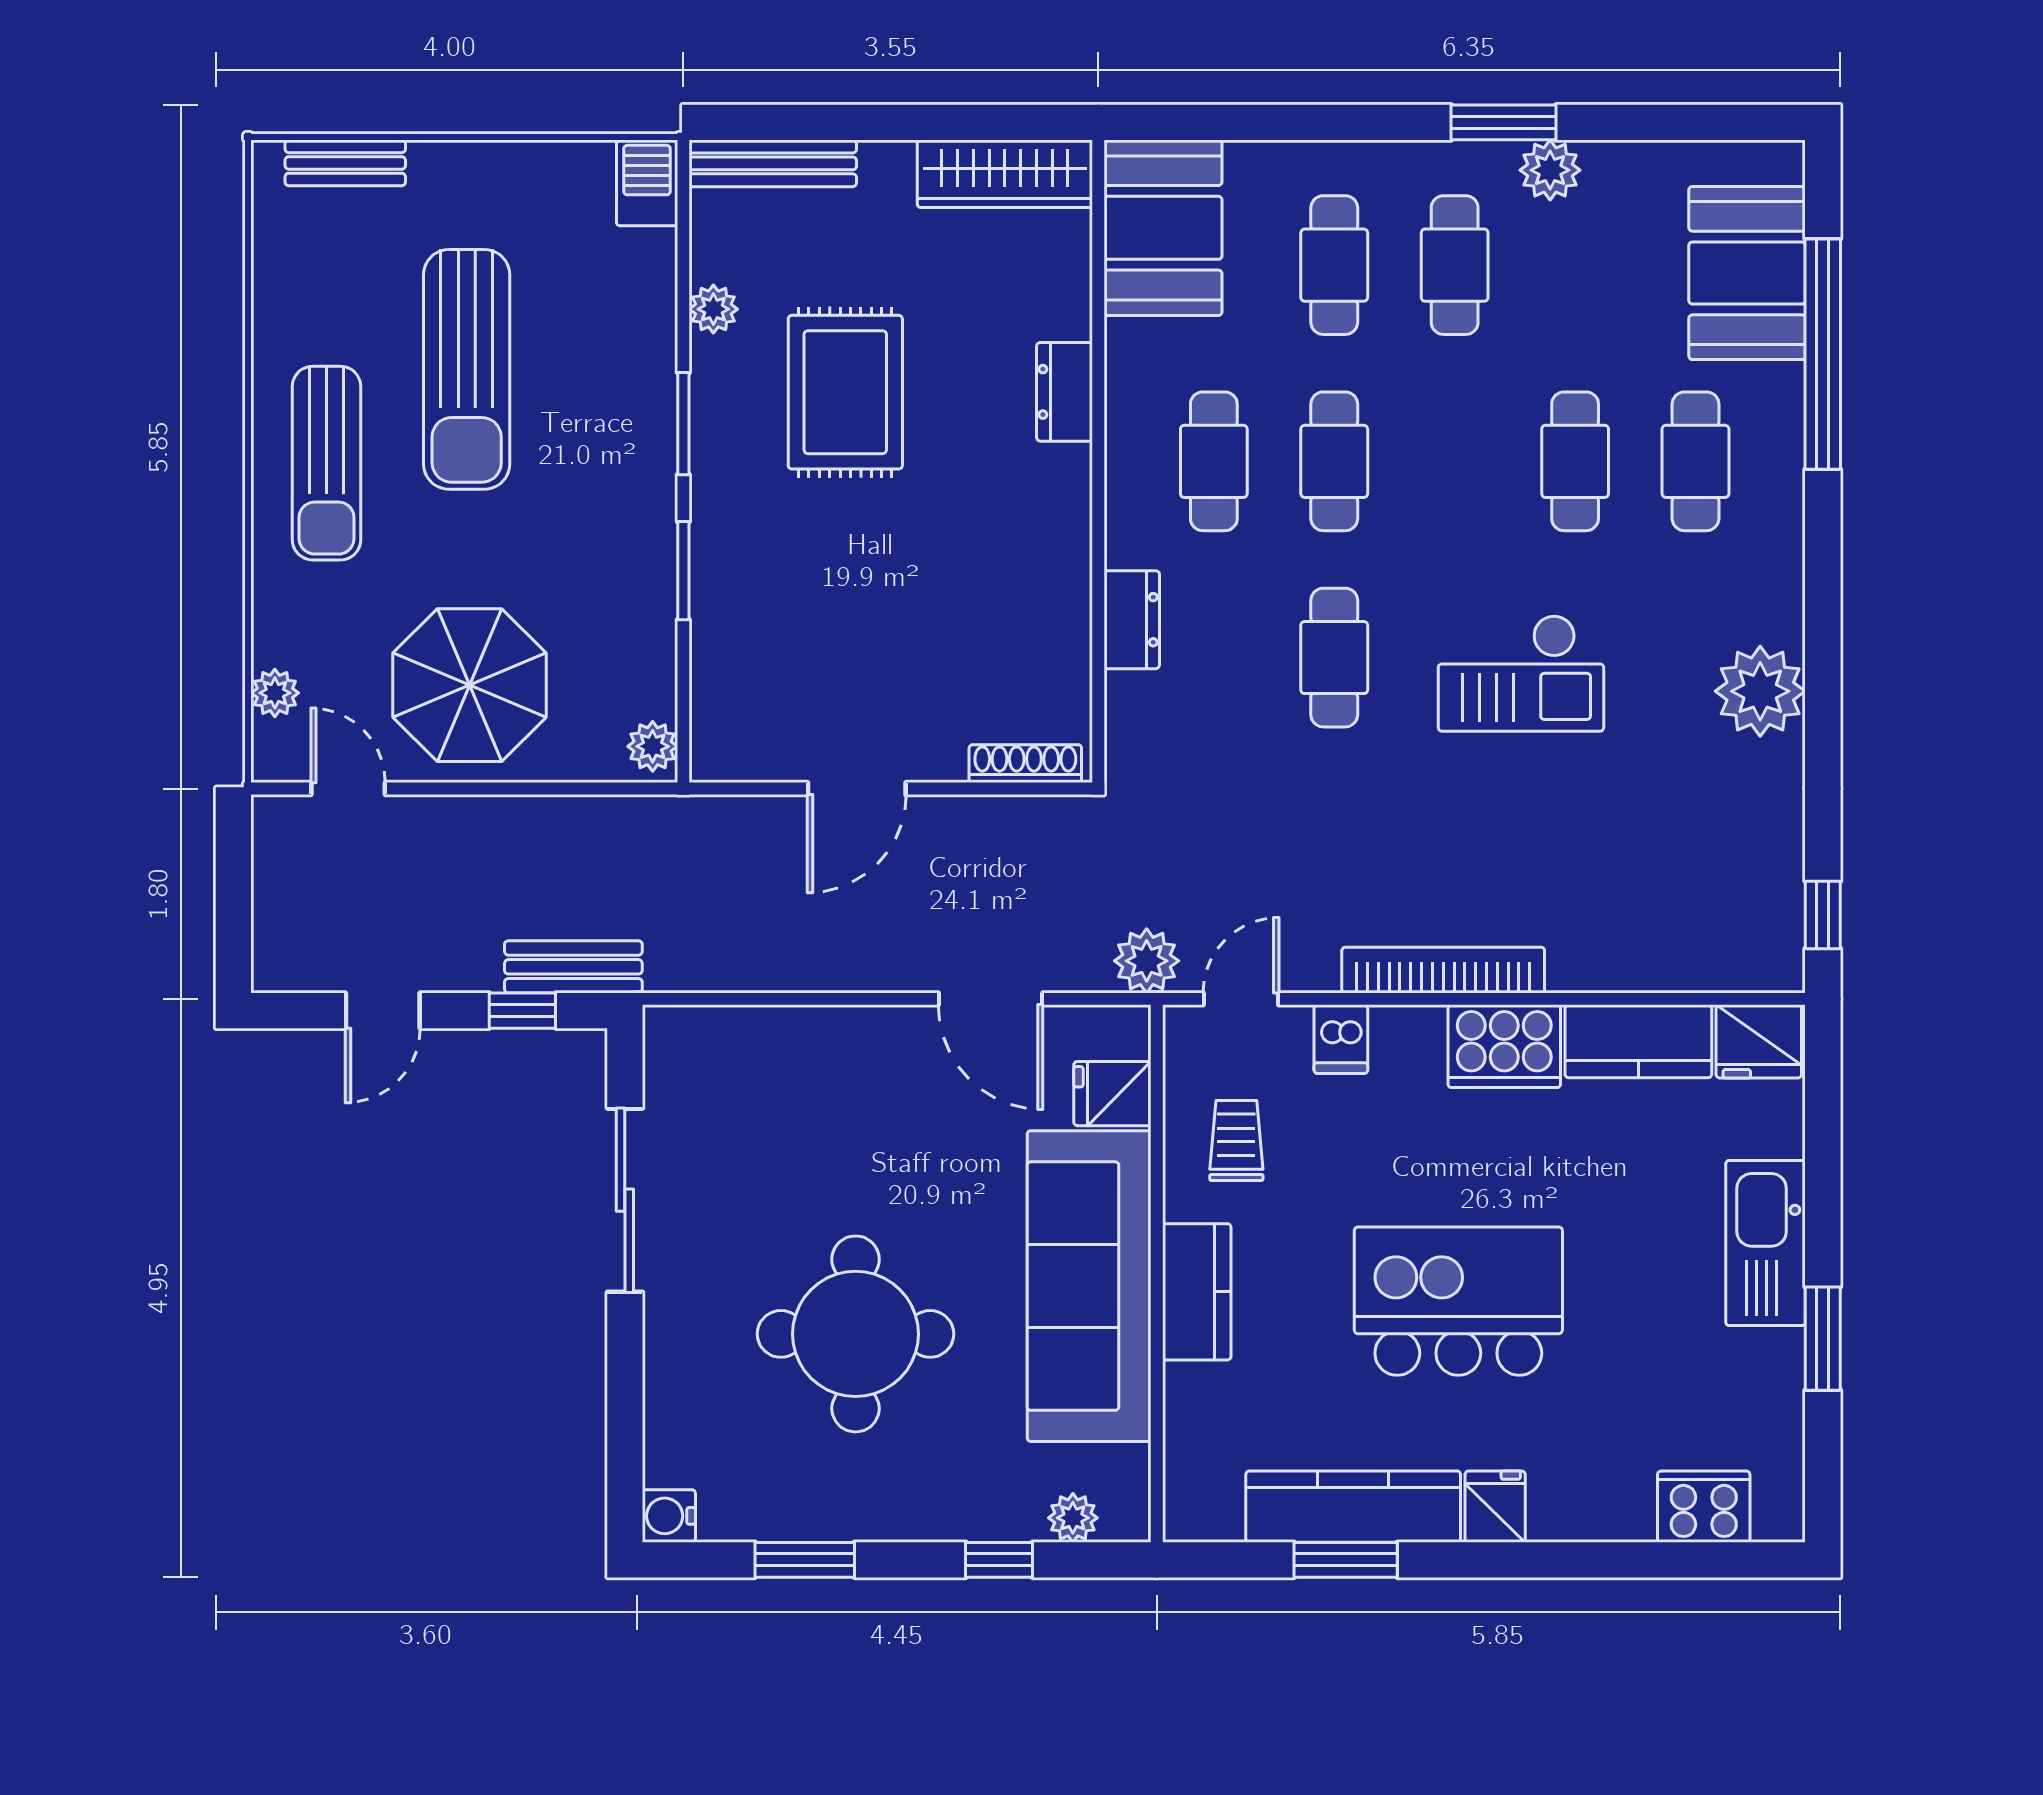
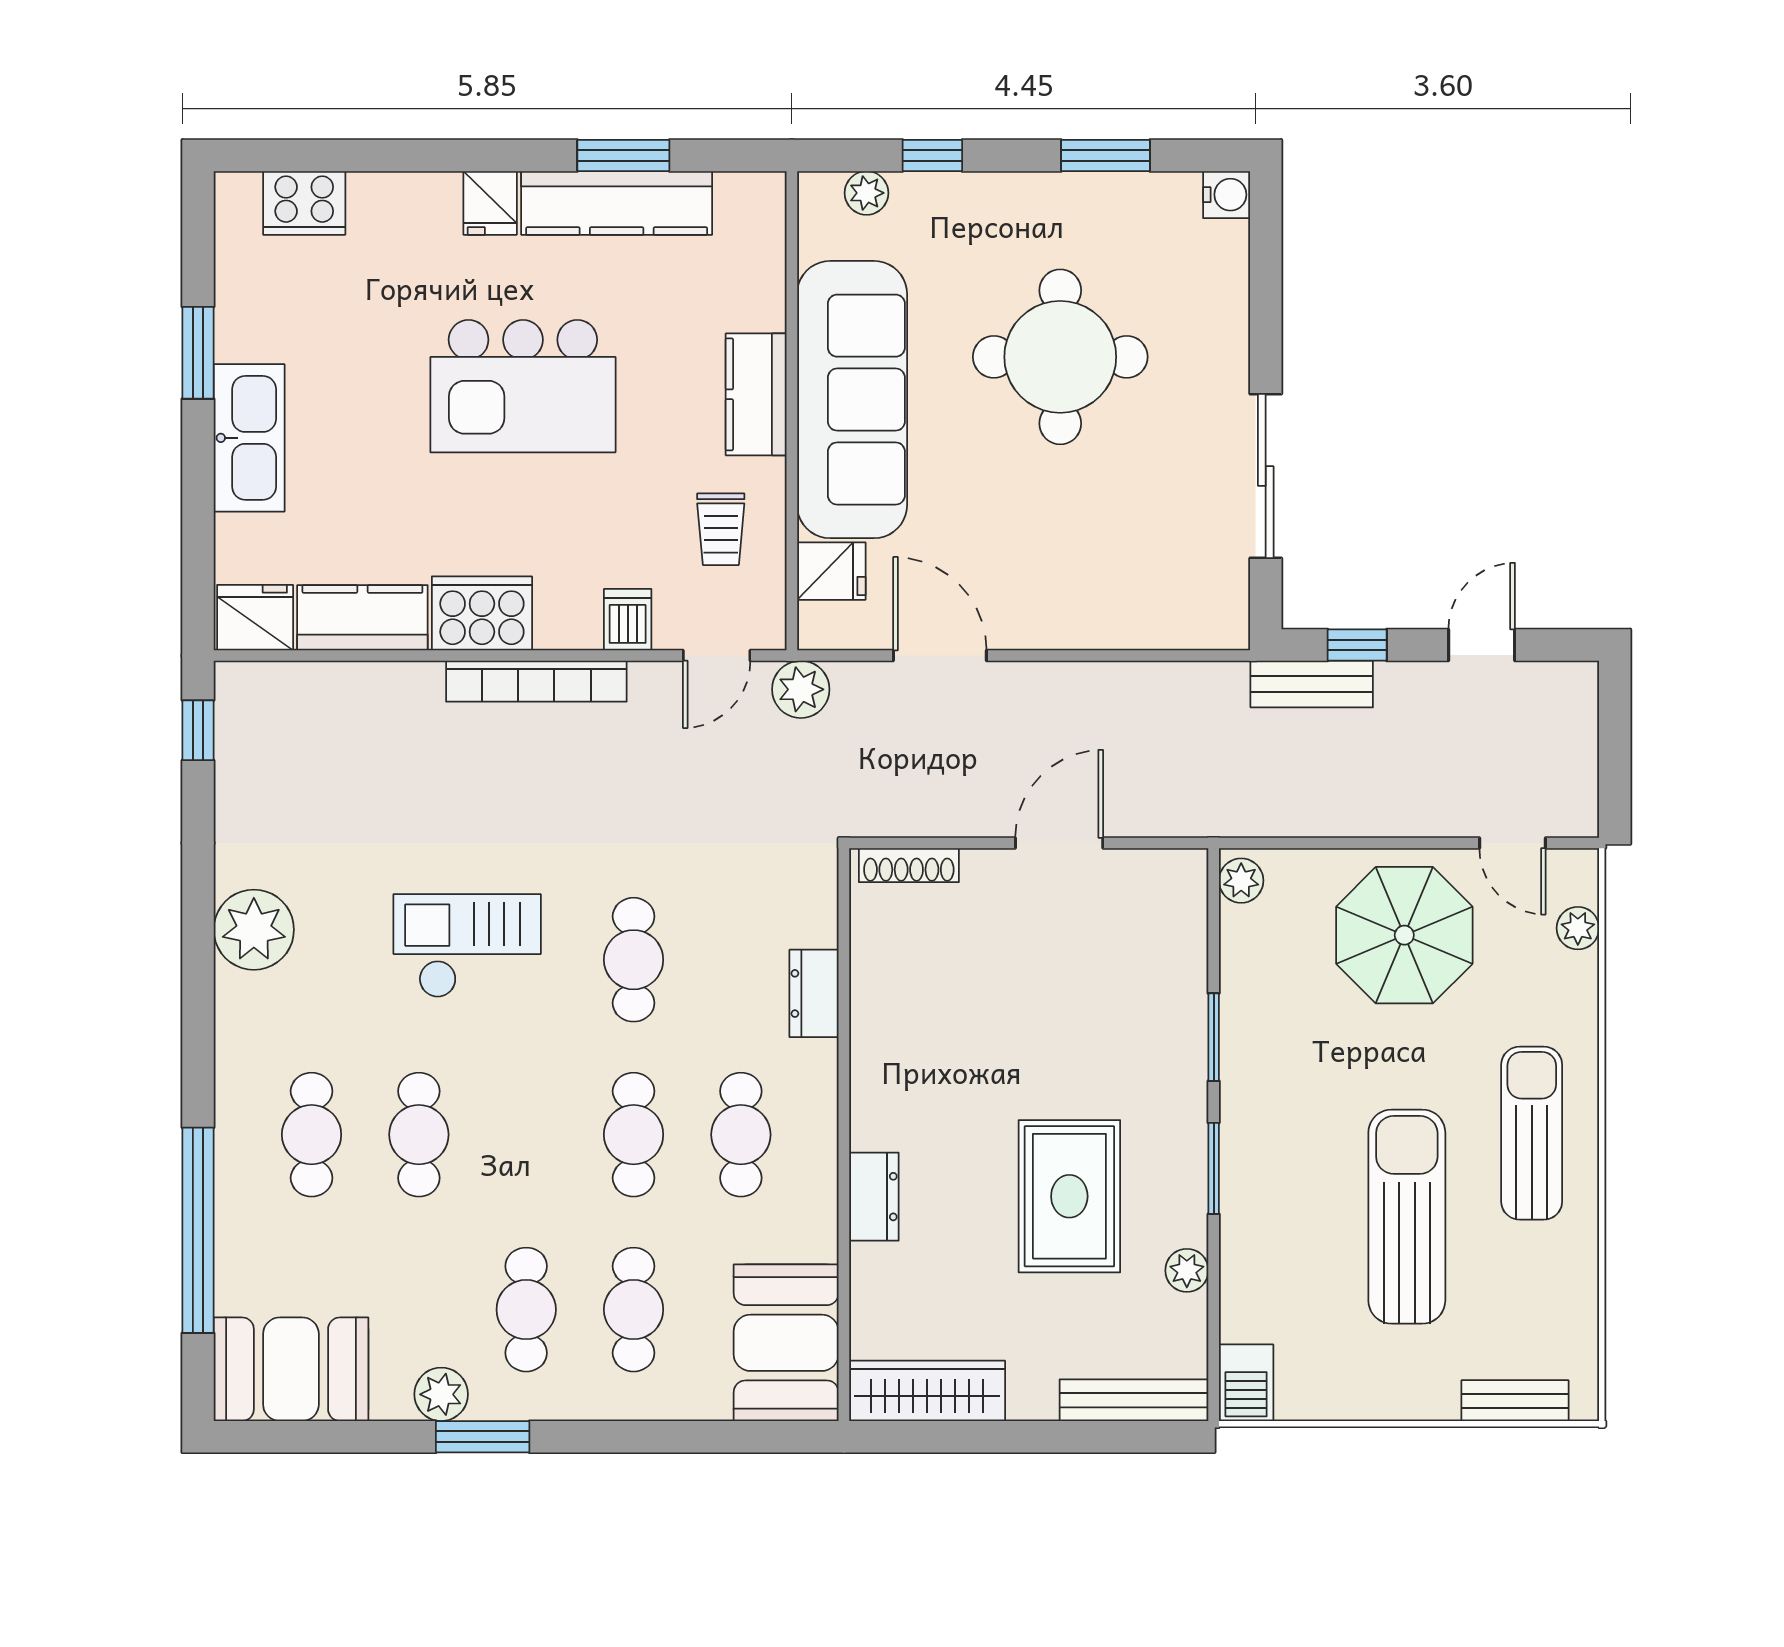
booth: (1747, 273) -> (291, 1369), moved, turned 90

